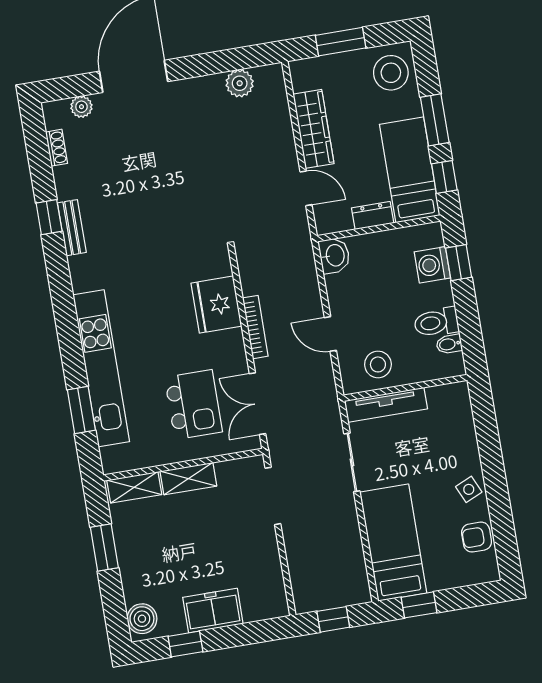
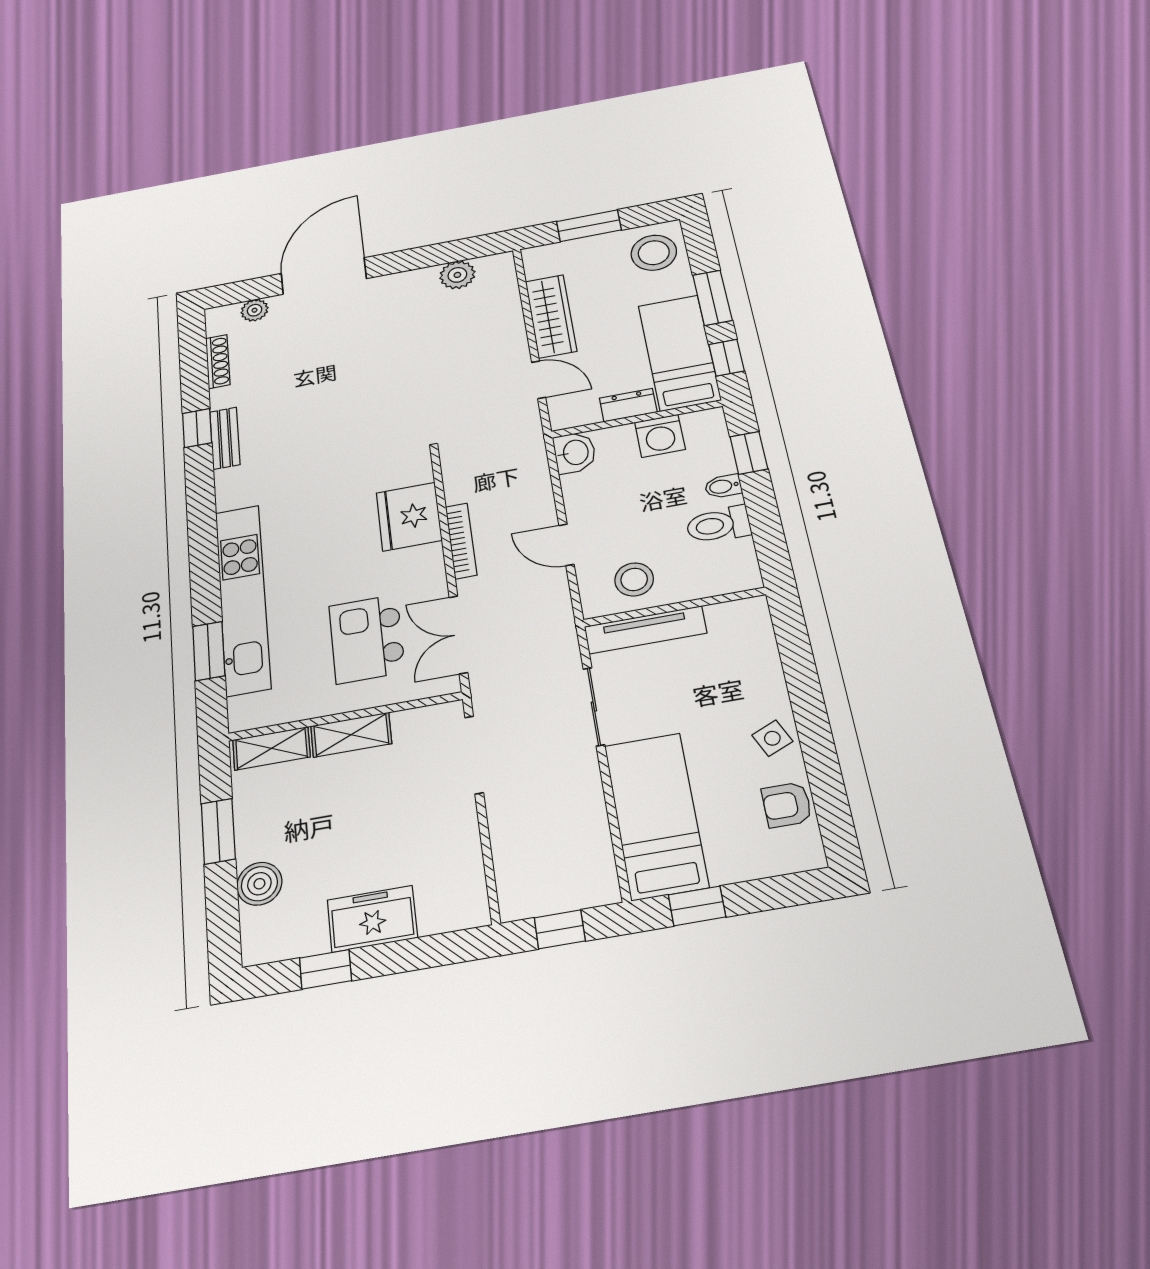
shoe rack: (57, 148) -> (218, 361), width x1.43
washing machine: (432, 265) -> (660, 436), moved, turned -90
bidet: (449, 344) -> (723, 486), moved
kitchen island: (193, 405) -> (367, 639), turned 180
boiler: (142, 619) -> (259, 884), moved

